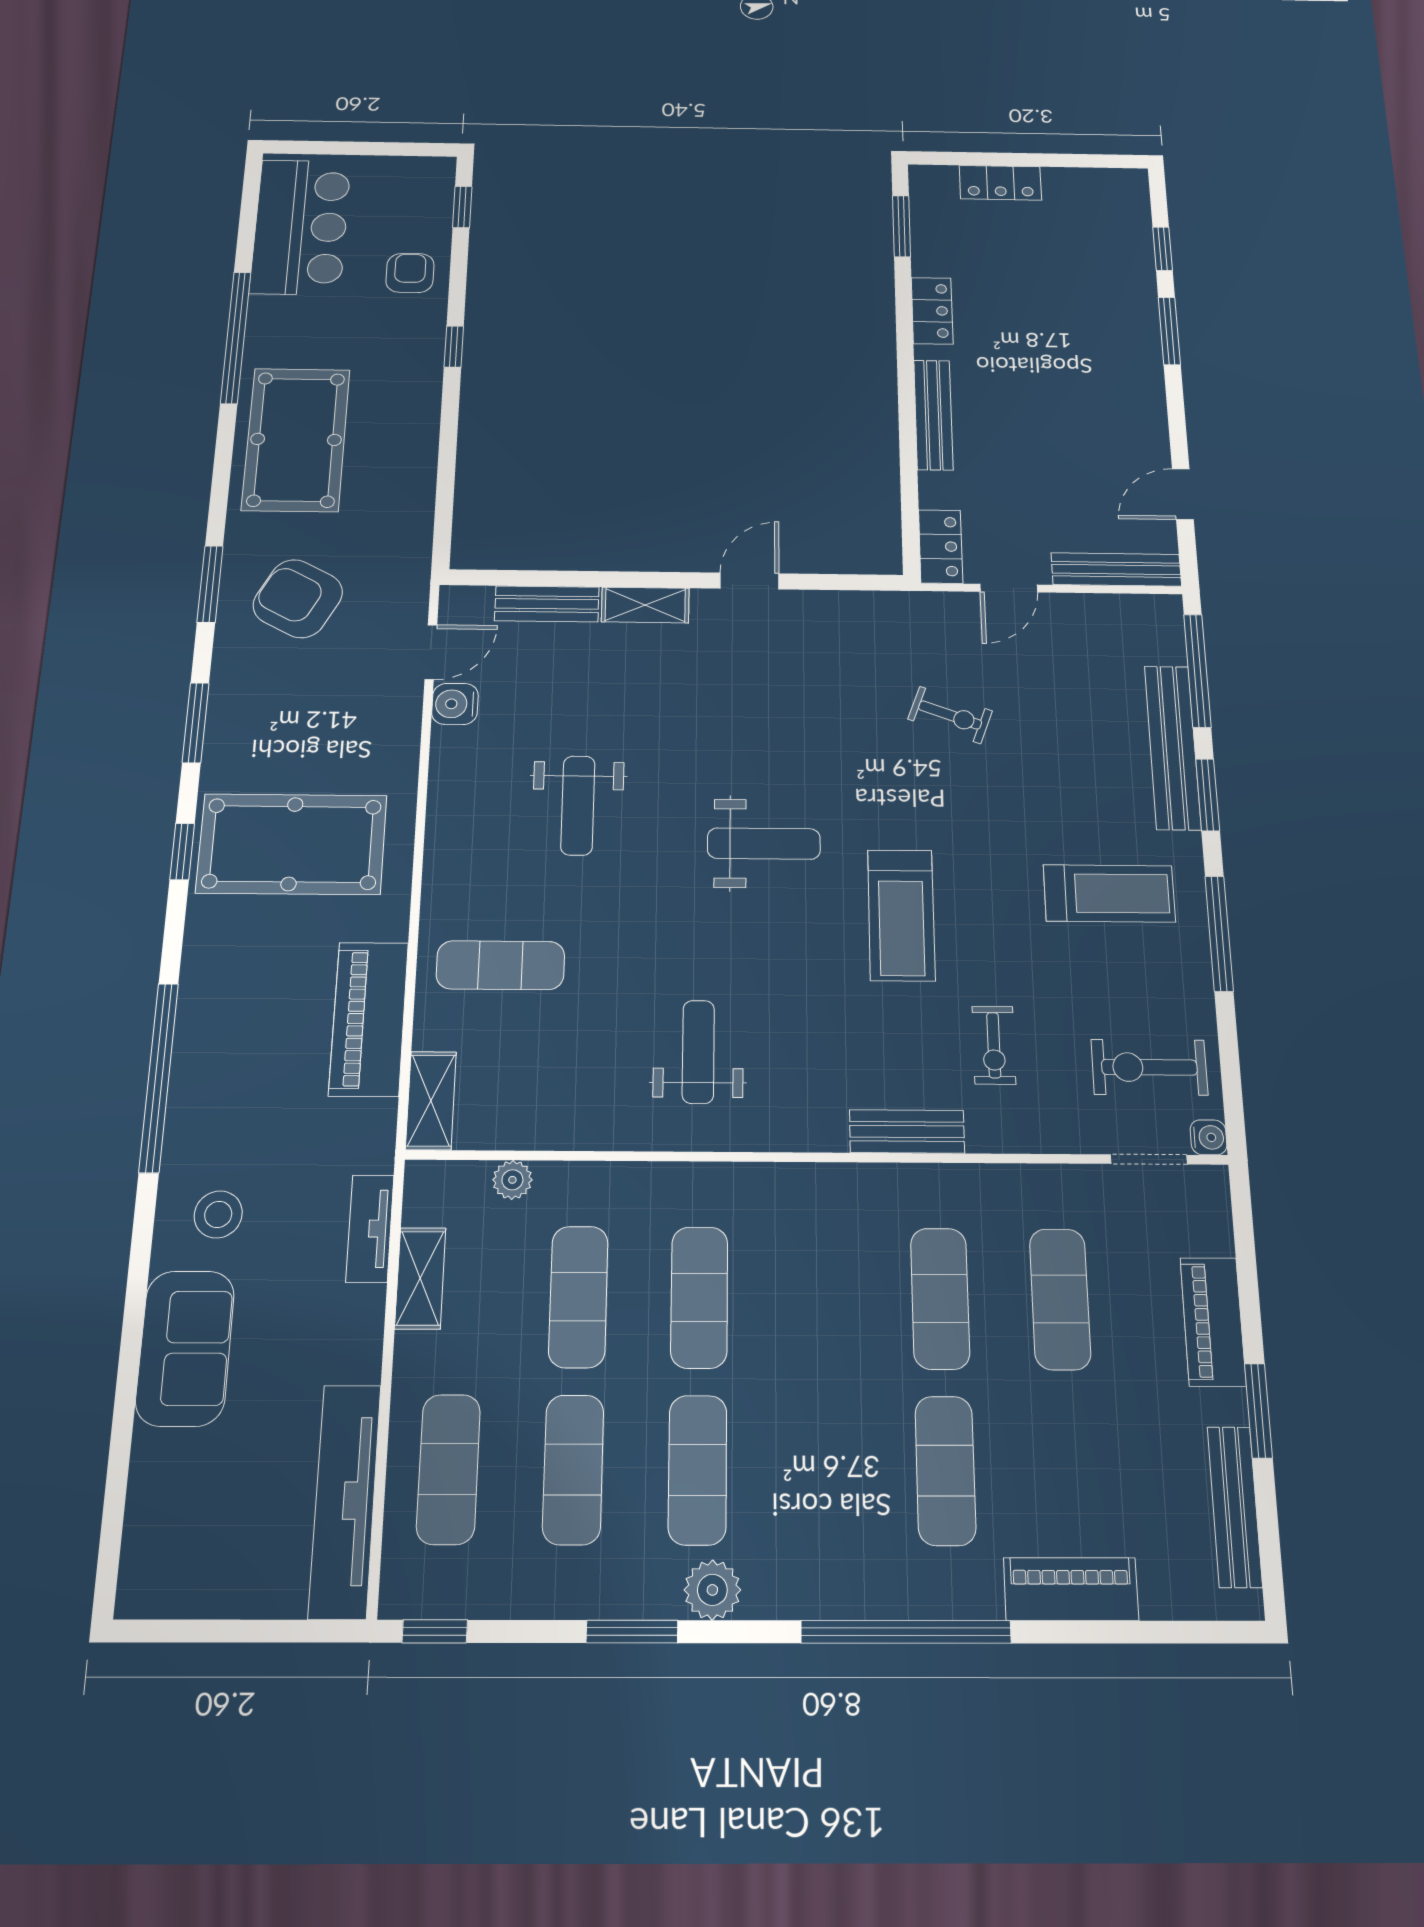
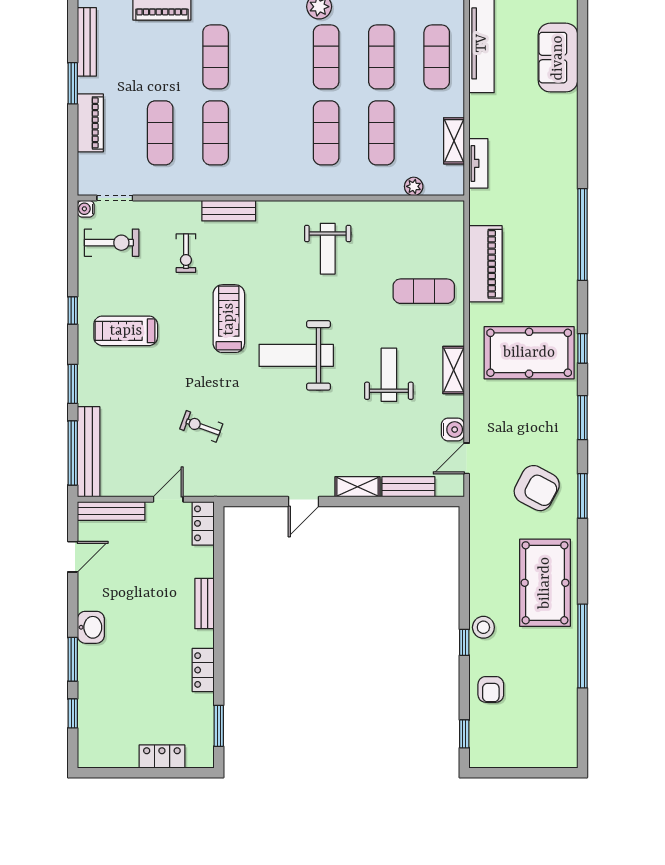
bar counter: (301, 227) -> (553, 719), removed
washbasin: (1140, 380) -> (91, 627), added
bench: (933, 415) -> (204, 604), width x0.73
bench: (1173, 747) -> (89, 452), moved
weight bench: (764, 844) -> (296, 355), width x1.36, depth x1.33
window: (1219, 933) -> (73, 310), width x0.46
exercise bike: (994, 1045) -> (186, 253), turned 180
shelving: (431, 1100) -> (454, 370), moved
stool: (218, 1214) -> (483, 627), moved
sofa: (185, 1348) -> (558, 58), moved

